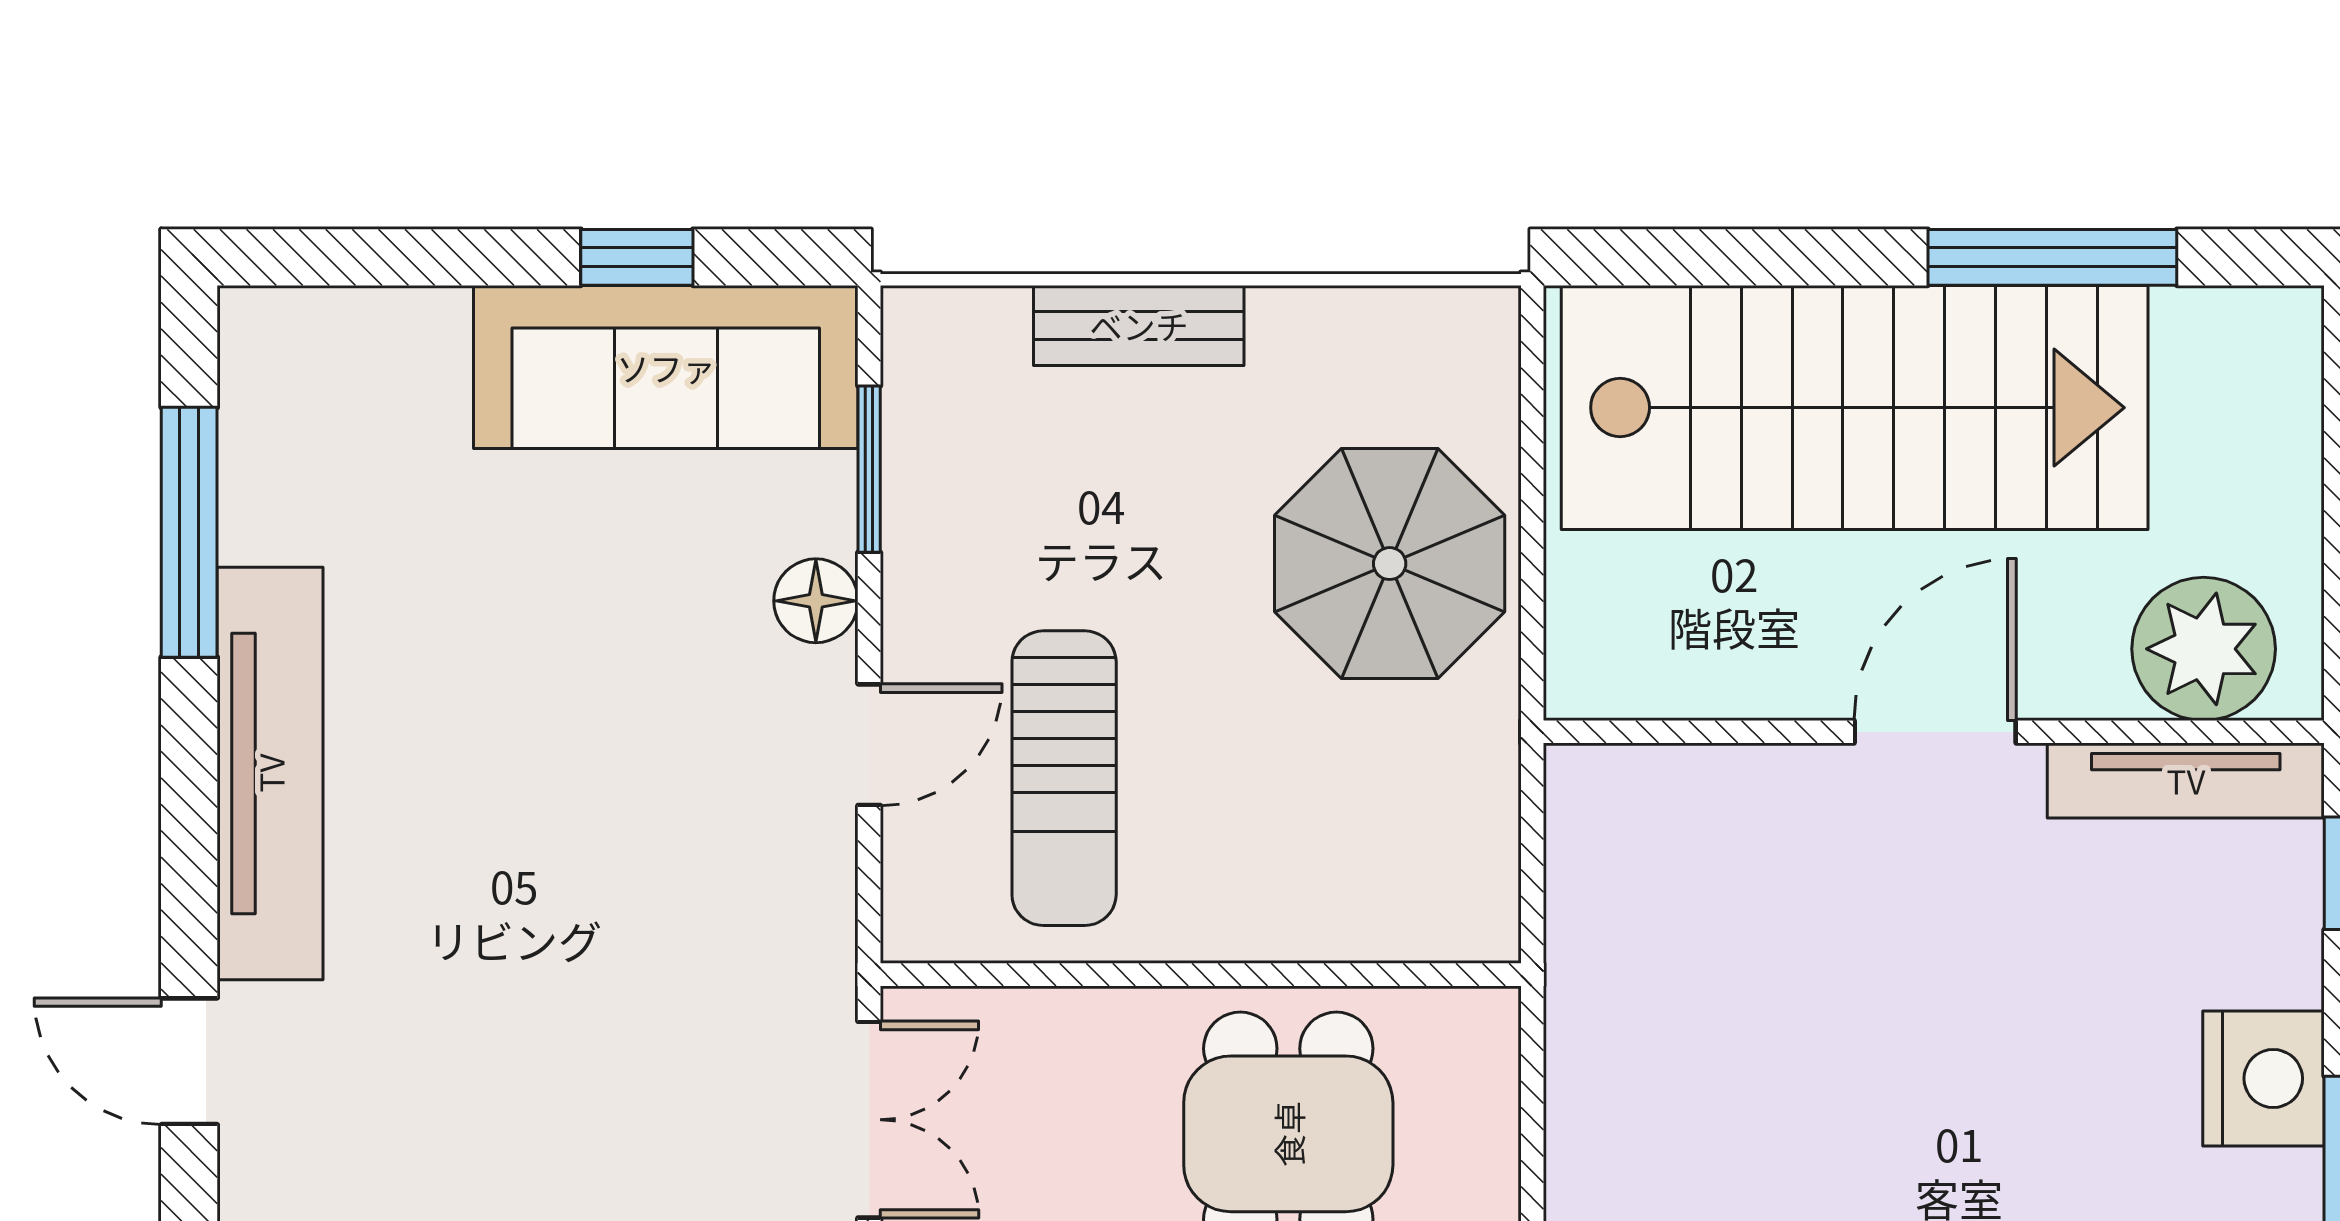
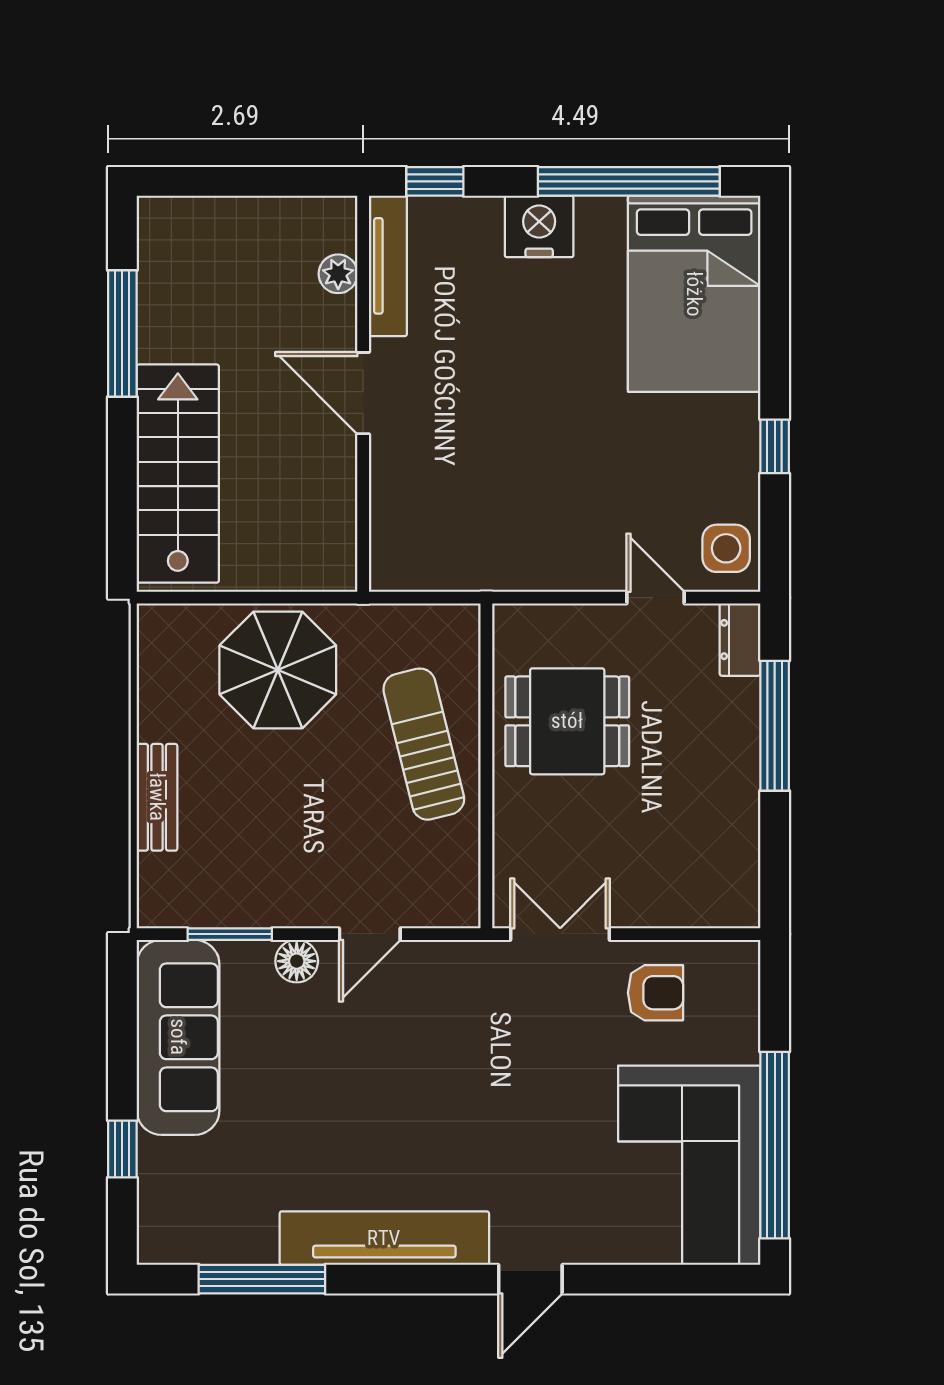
window: (637, 257) -> (122, 1149), moved
stairs: (1855, 408) -> (178, 474), width x0.73, depth x0.66
plant: (2204, 649) -> (338, 274), width x0.53, depth x0.53
door: (869, 745) -> (370, 934), swing flipped
sun lounger: (1064, 778) -> (424, 744), moved, turned -104

